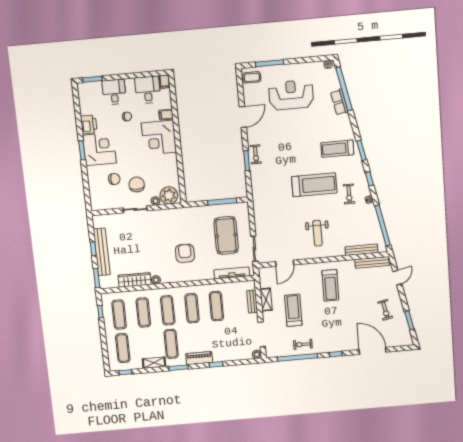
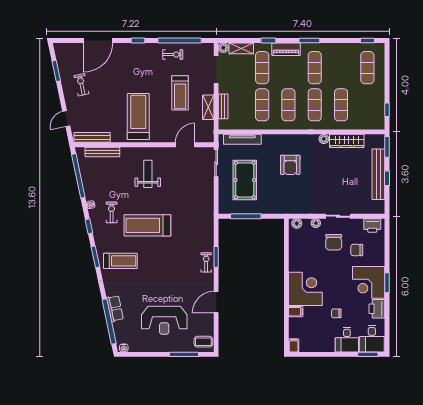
desk: (148, 90) -> (372, 339), moved
plant: (169, 195) -> (297, 223), width x0.53, depth x0.53
printer: (102, 204) -> (372, 225), added
treadmill: (330, 285) -> (138, 117), width x1.37, depth x1.38
exercise mat: (119, 315) -> (262, 68), moved
door: (373, 351) -> (98, 41), hinge flipped
shelving: (154, 363) -> (241, 48), moved

